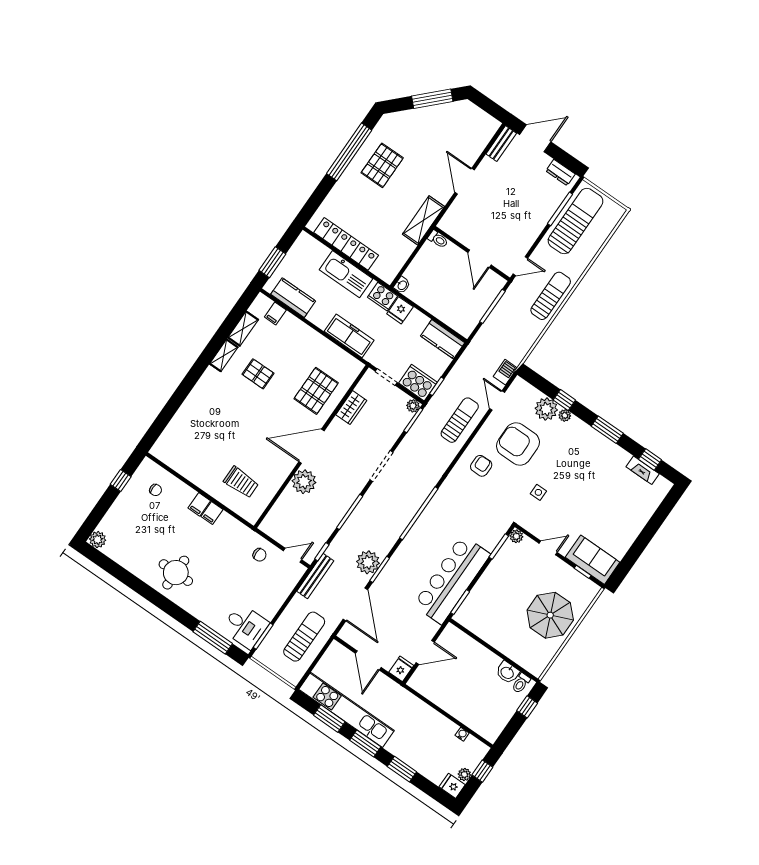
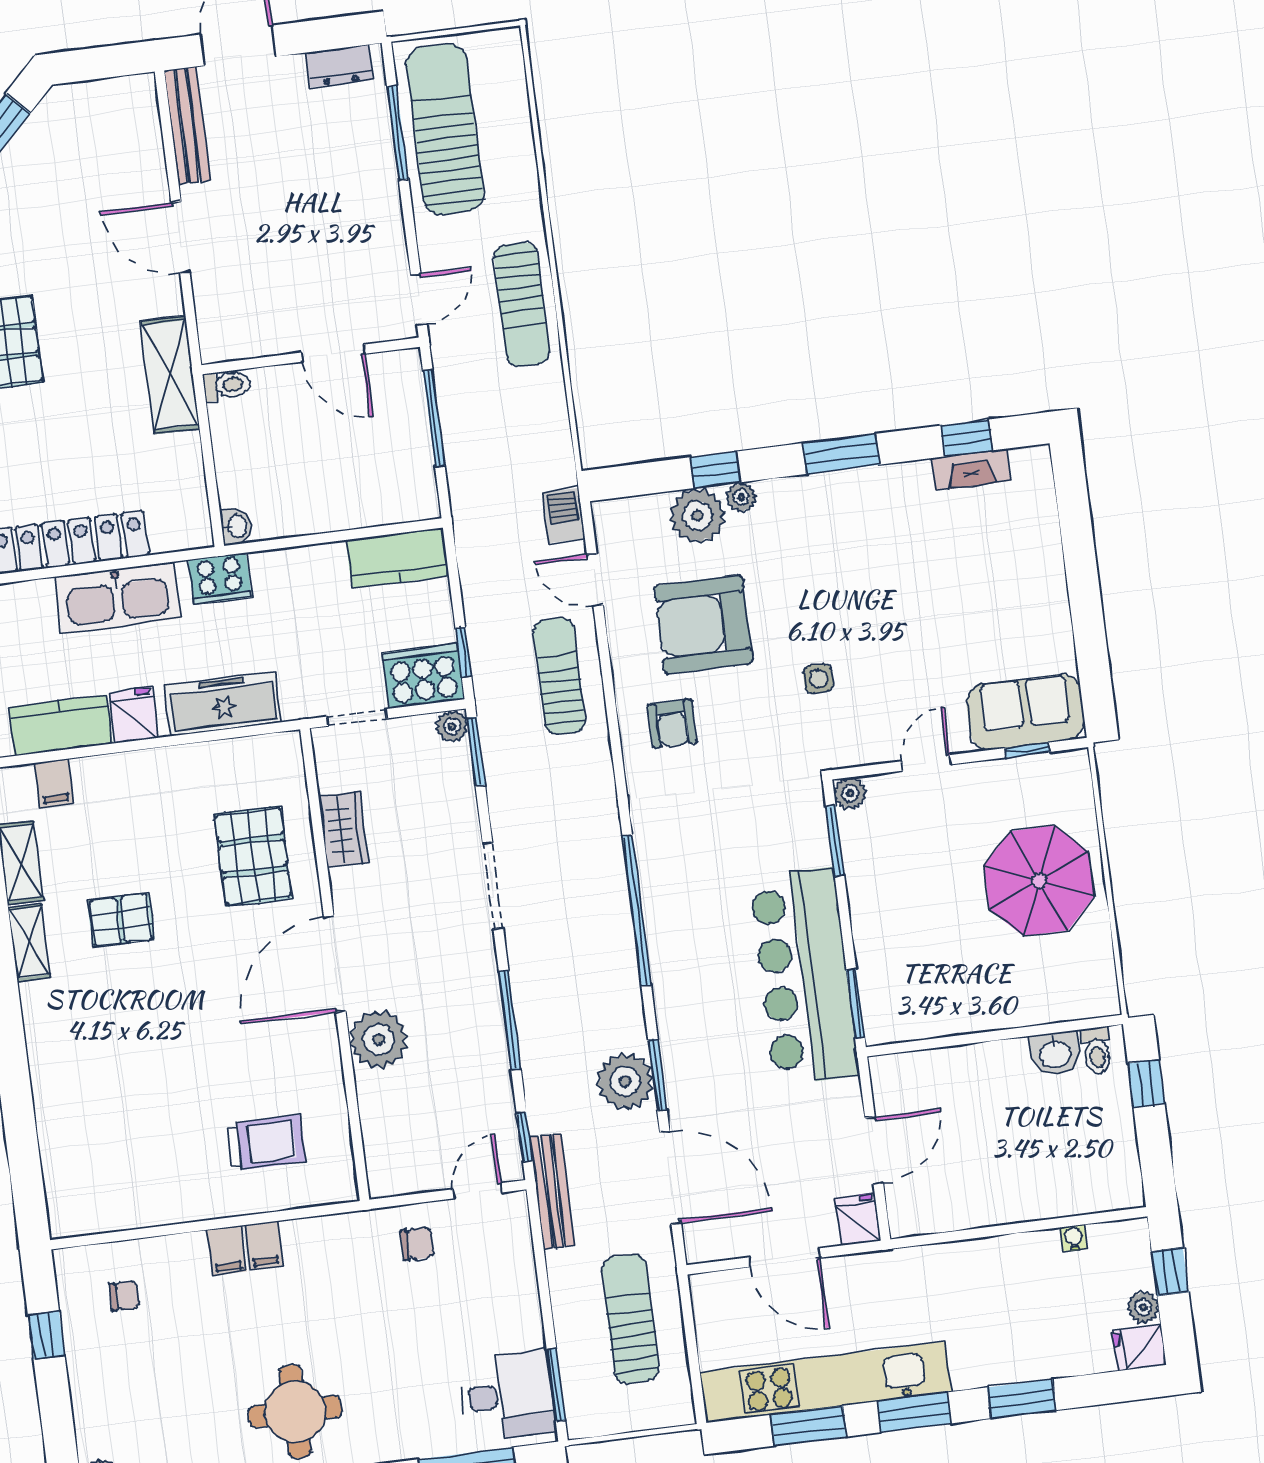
bench: (501, 144) -> (187, 125), width x1.36
sun lounger: (551, 296) -> (522, 304), turned 180
fridge: (400, 310) -> (134, 715), moved, turned 180
armchair: (481, 466) -> (672, 724), turned 180

